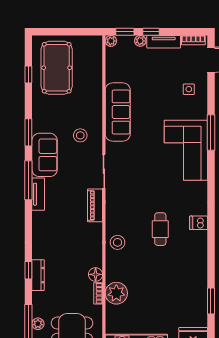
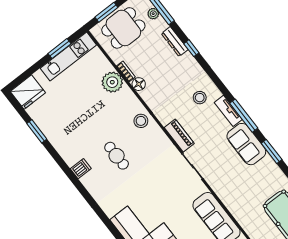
stool: (80, 135) -> (200, 98), moved
dishwasher: (199, 223) -> (81, 169), moved
dresser: (38, 275) -> (175, 42), moved

